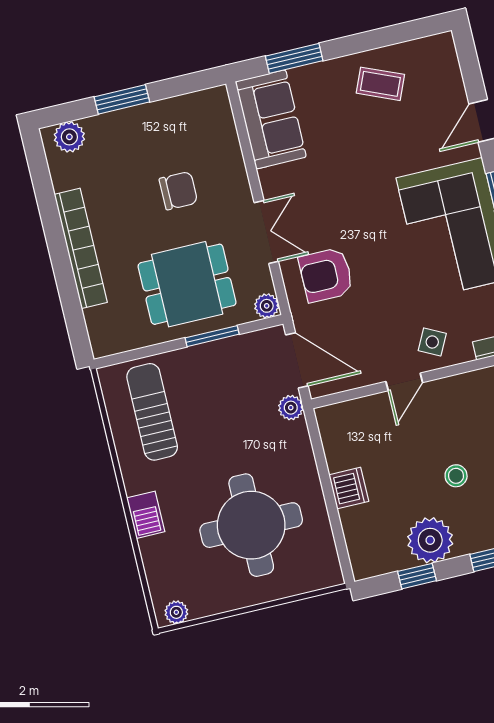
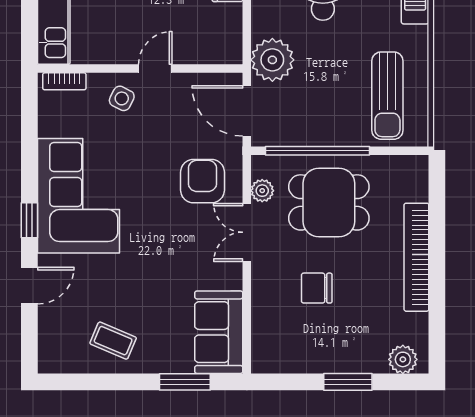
armchair: (326, 275) -> (202, 181), turned -90
plant: (267, 306) -> (262, 191), moved
window: (212, 336) -> (317, 151), width x2.11
plant: (291, 408) -> (272, 60), width x1.88, depth x1.88

